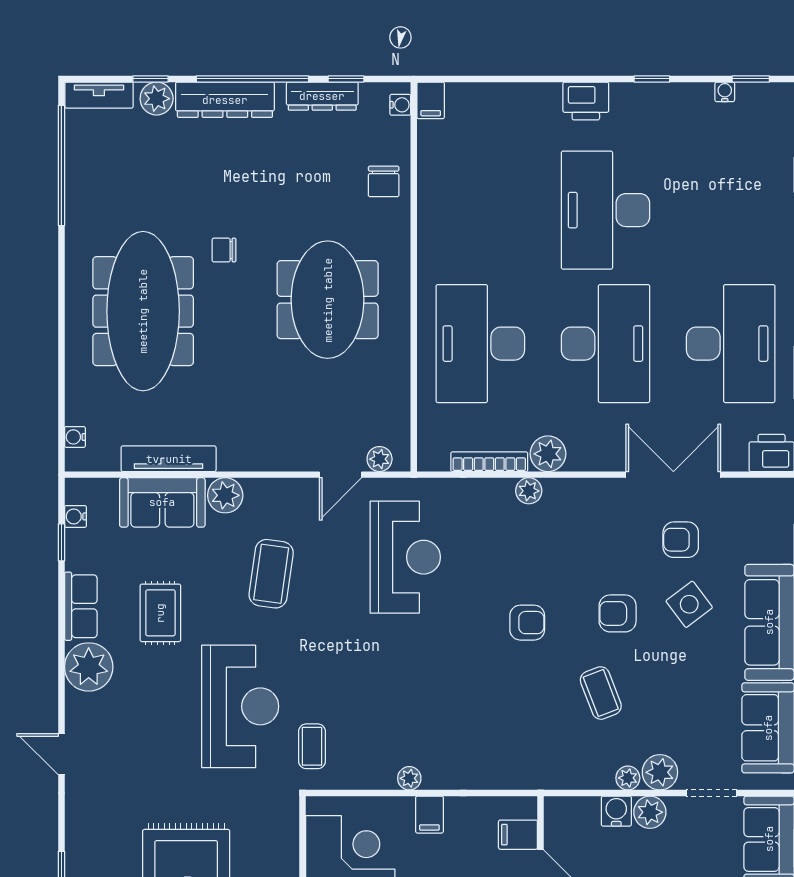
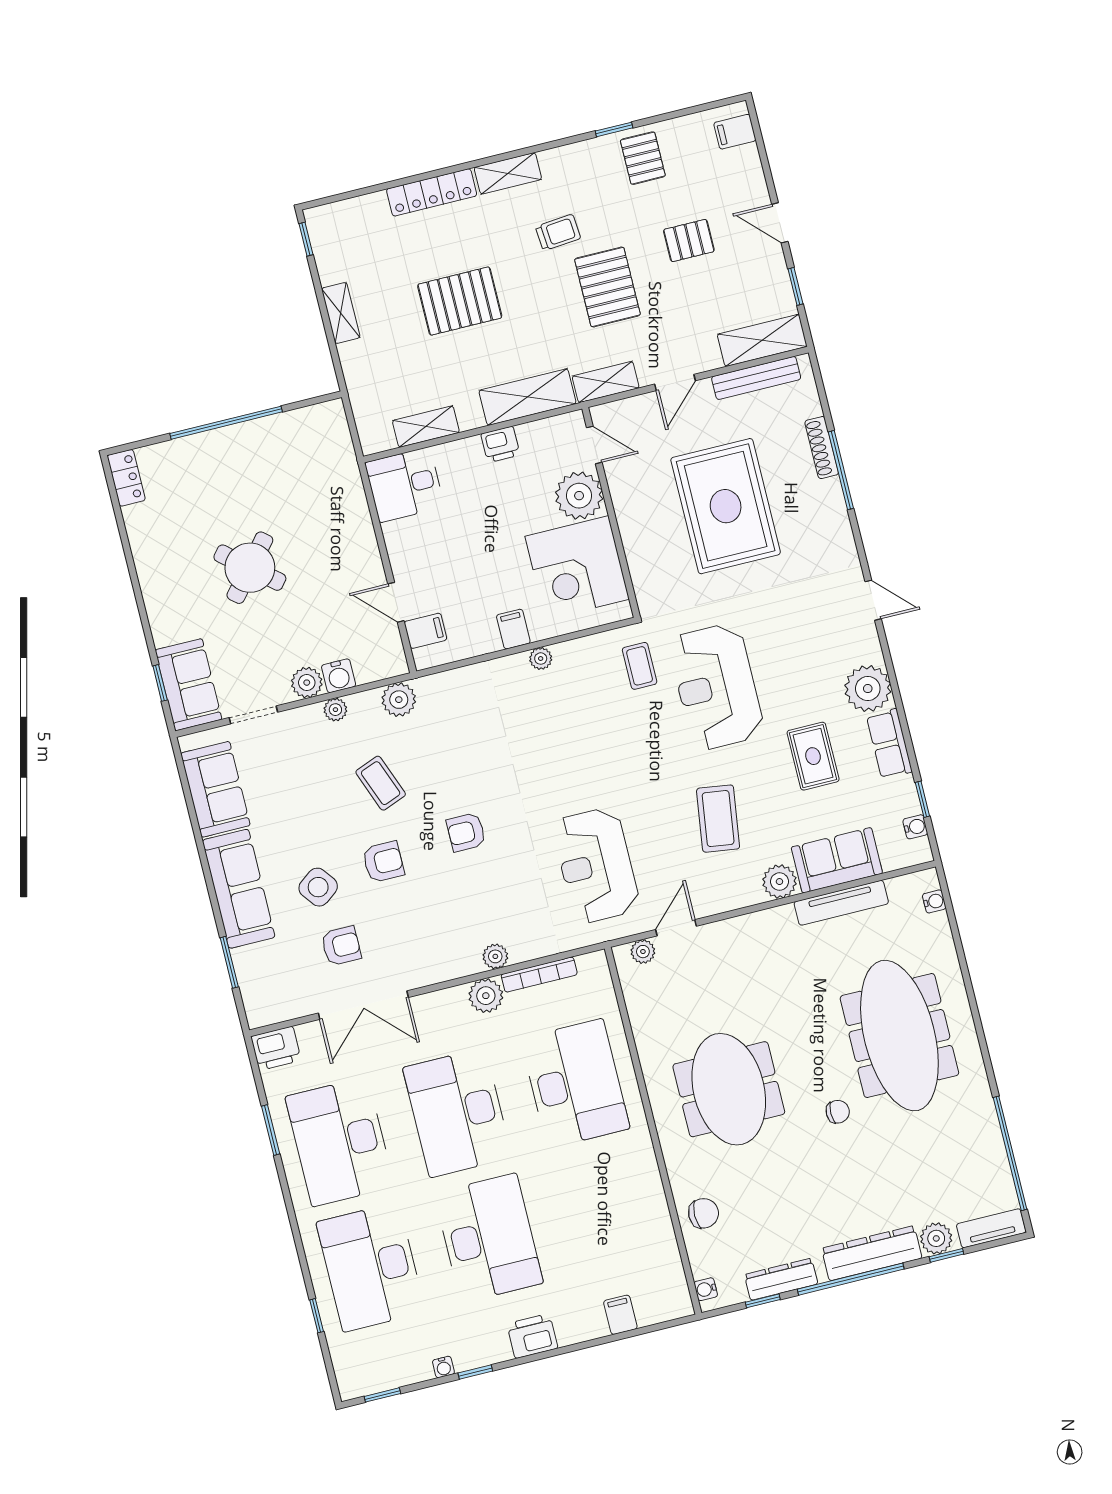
water cooler: (725, 92) -> (443, 1367), moved
filing cabinet: (431, 100) -> (620, 1315), moved
chair: (384, 181) -> (704, 1213), turned 90
desk: (731, 210) -> (371, 1267), added
plant: (660, 772) -> (399, 700), moved

